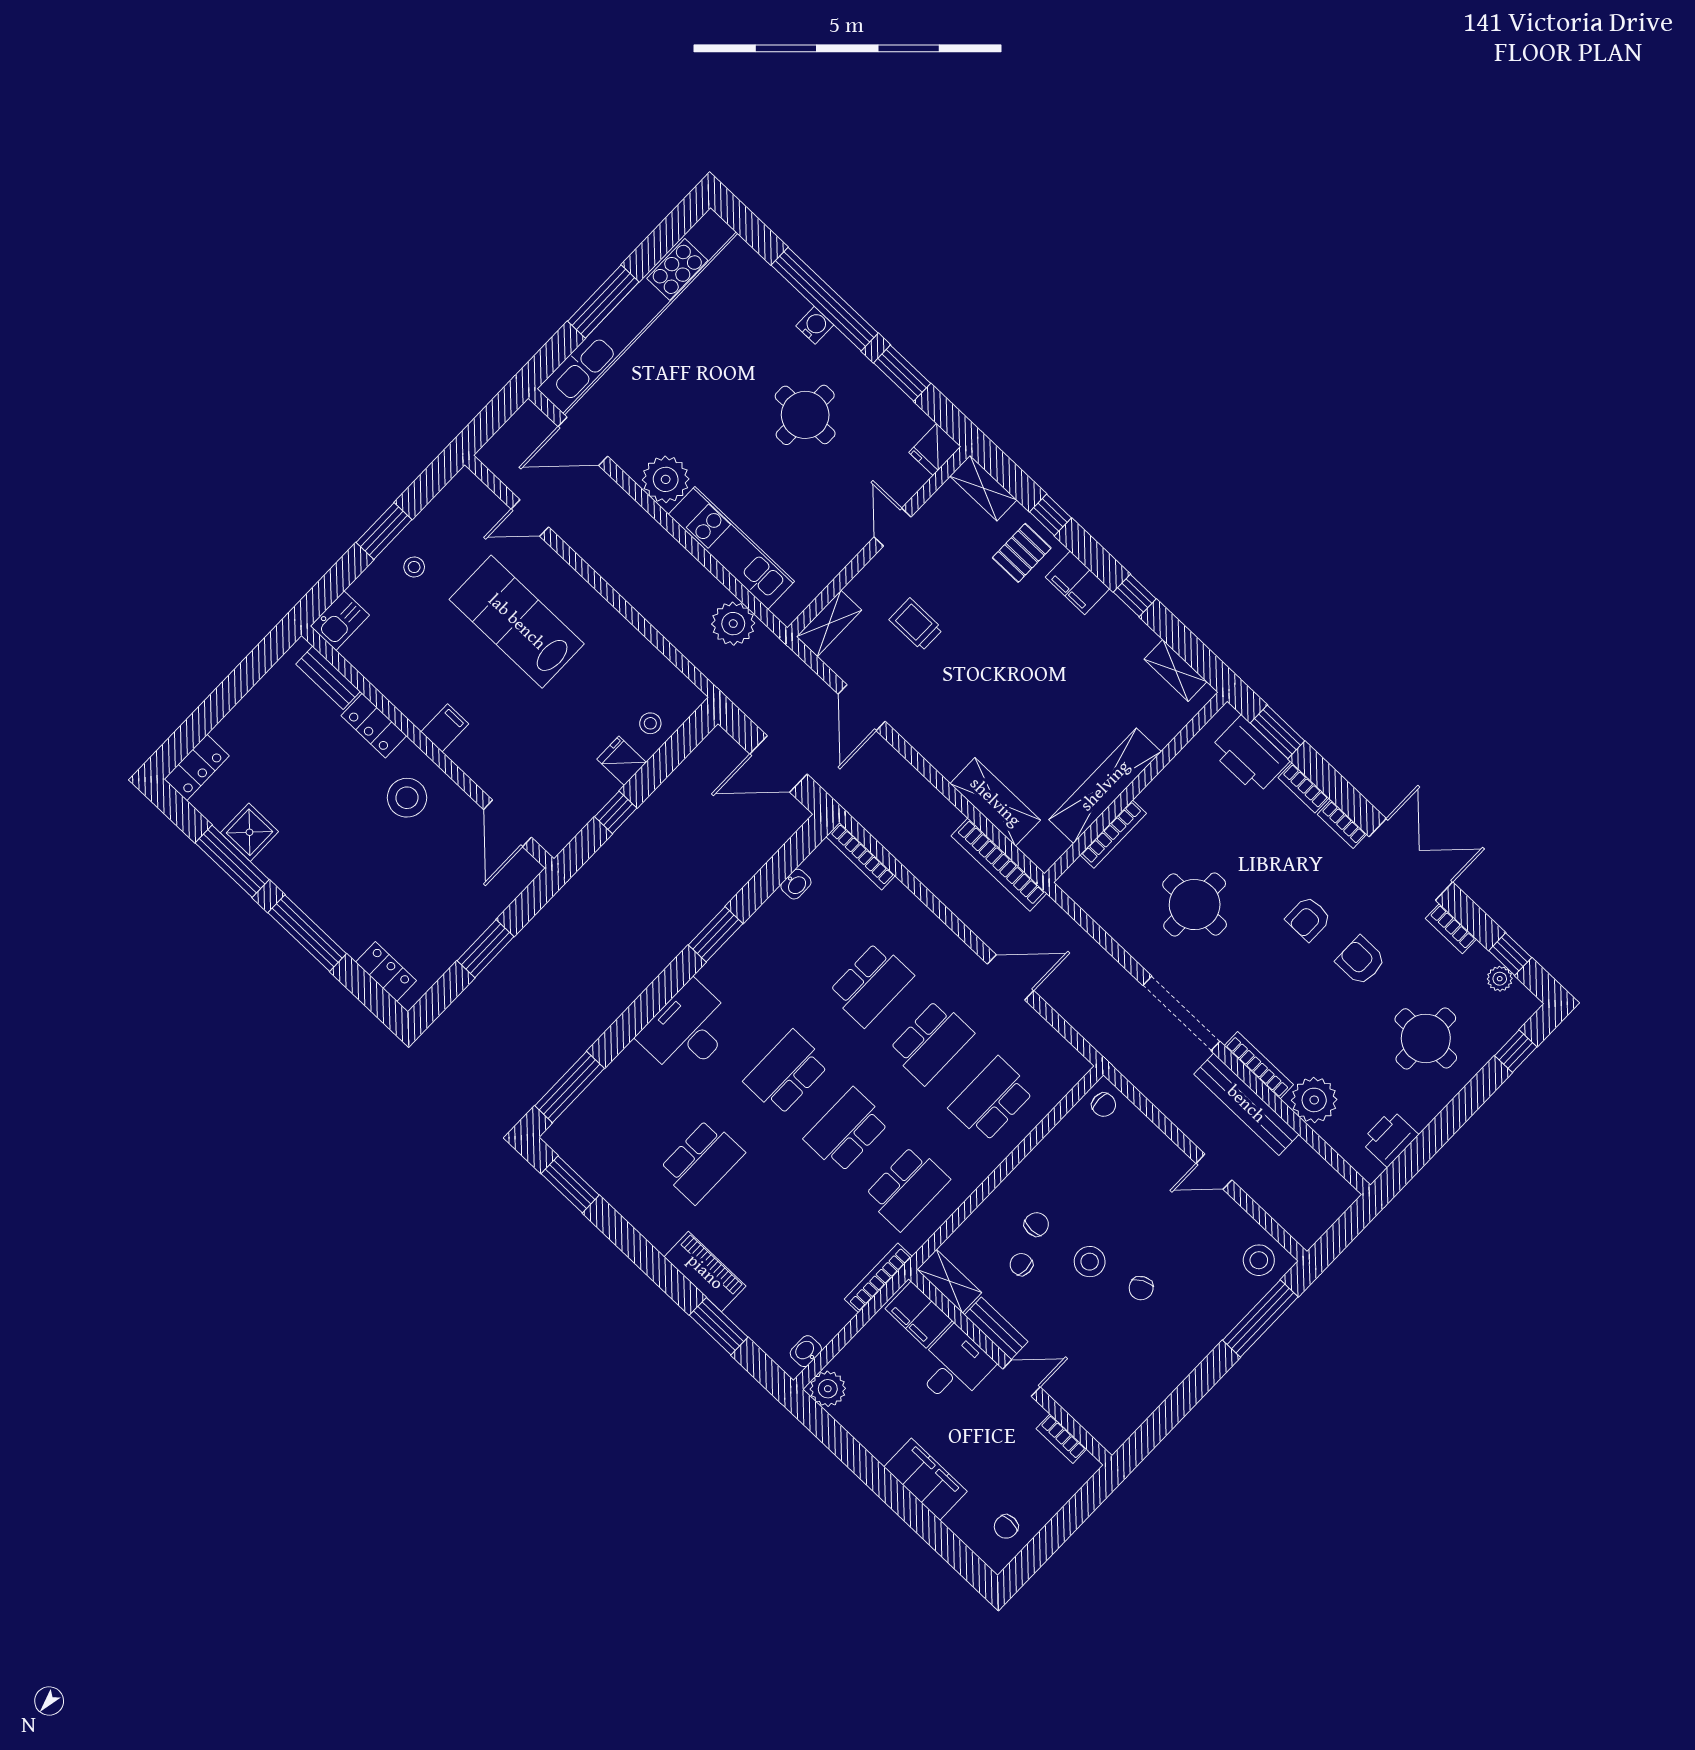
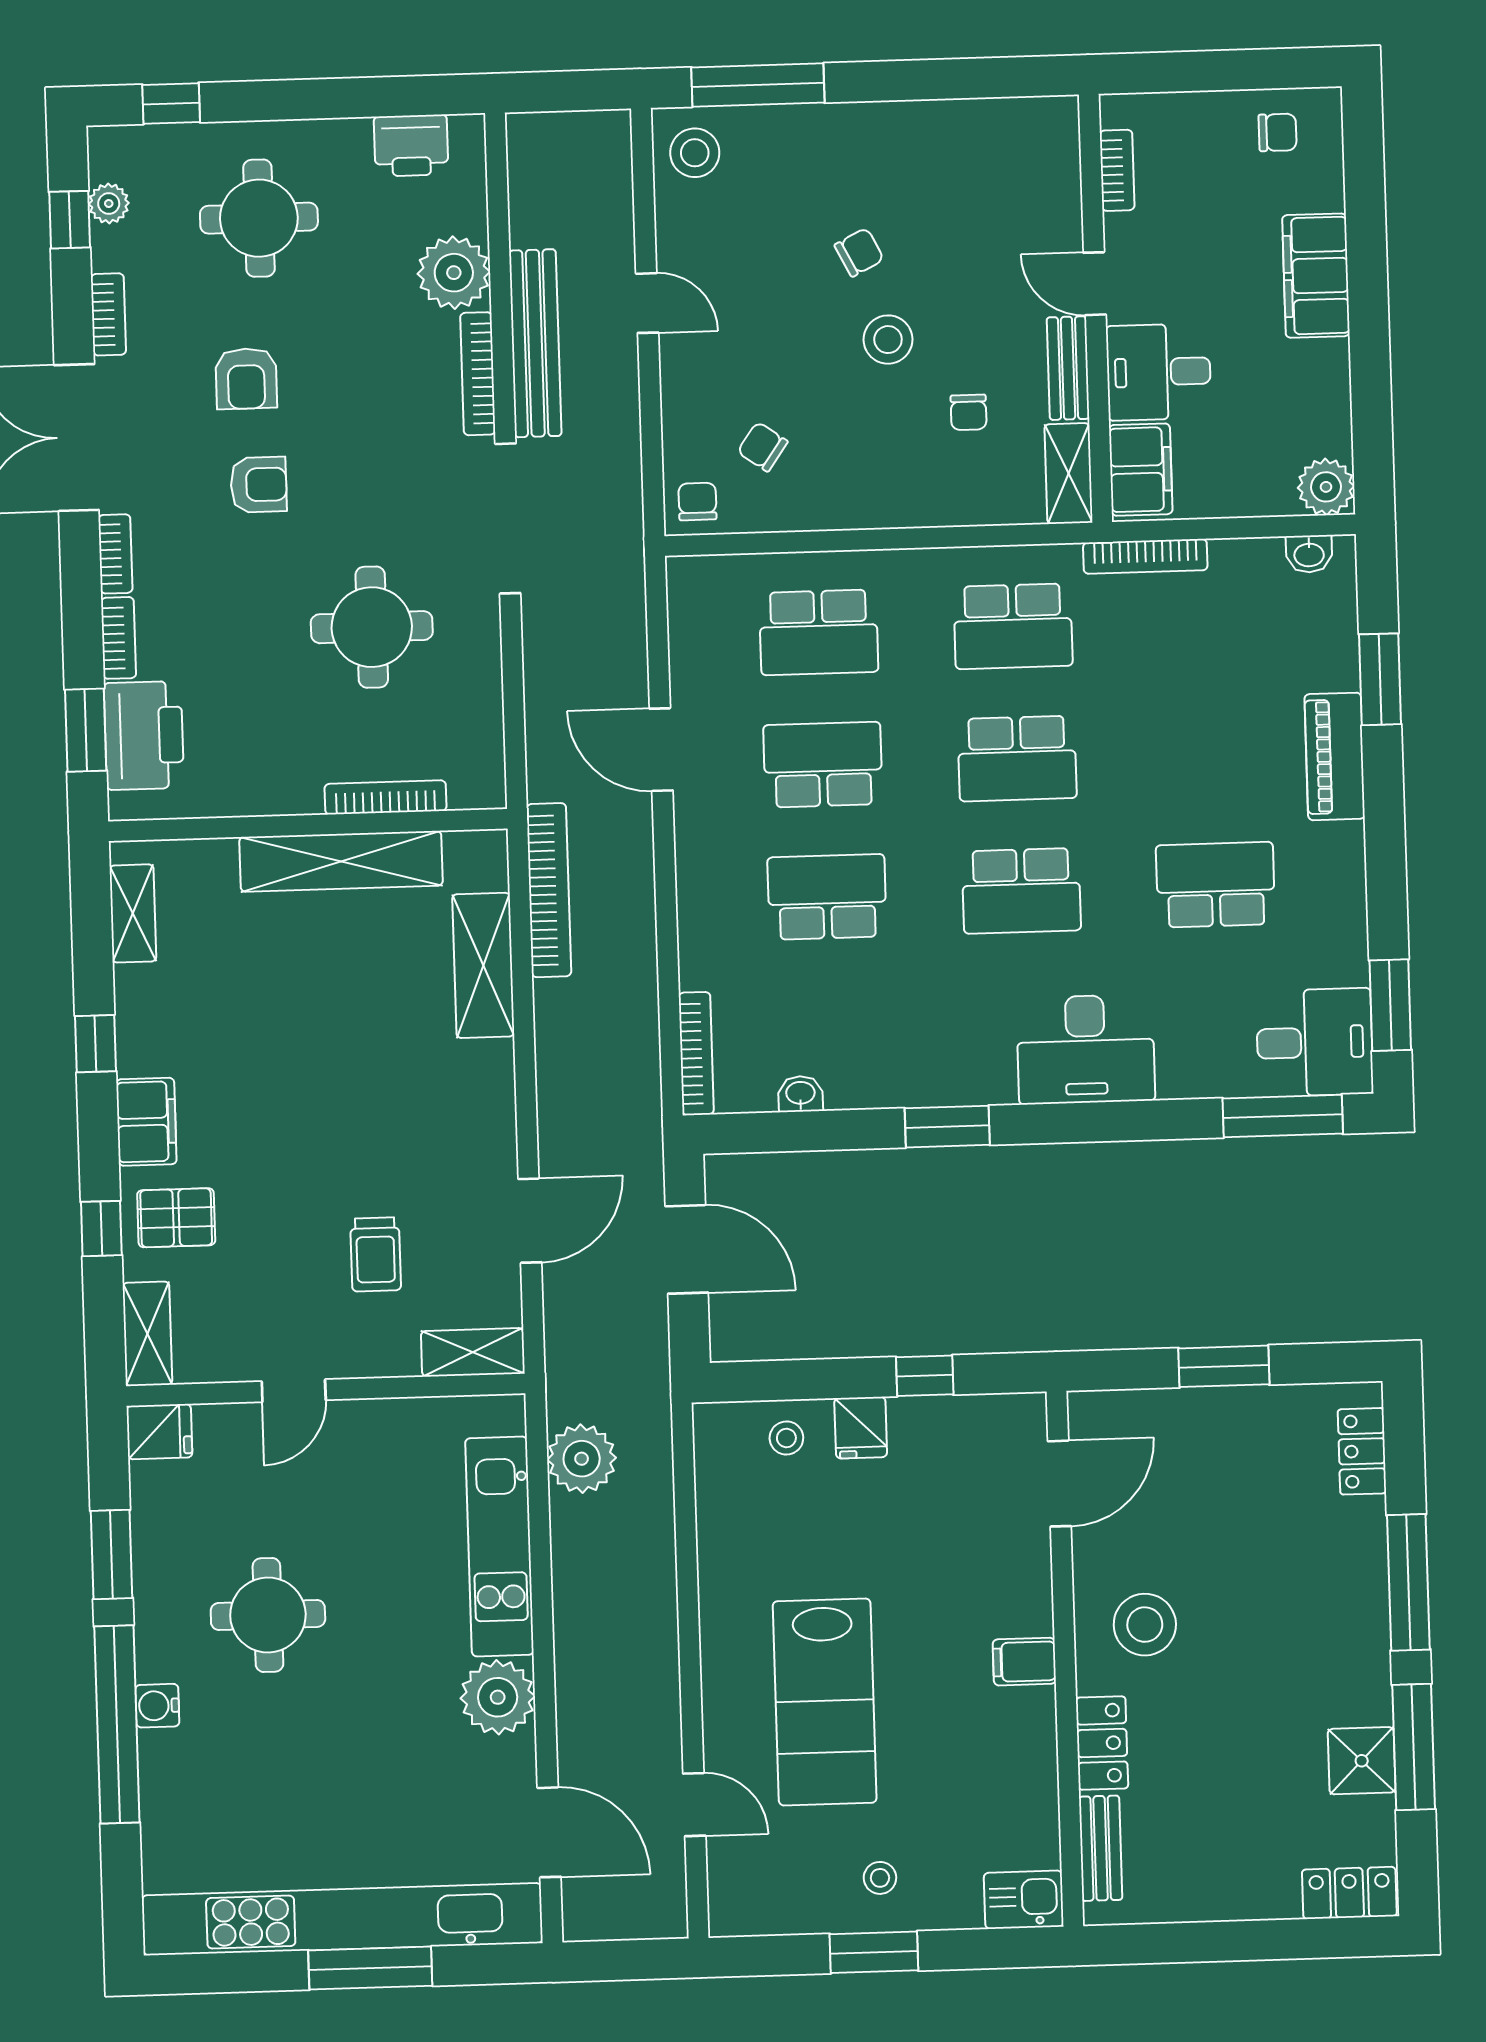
desk: (588, 1134) -> (1315, 1042), added
school desk: (907, 1188) -> (1013, 626), turned 180
chair: (1036, 1224) -> (763, 447), moved, turned 35

